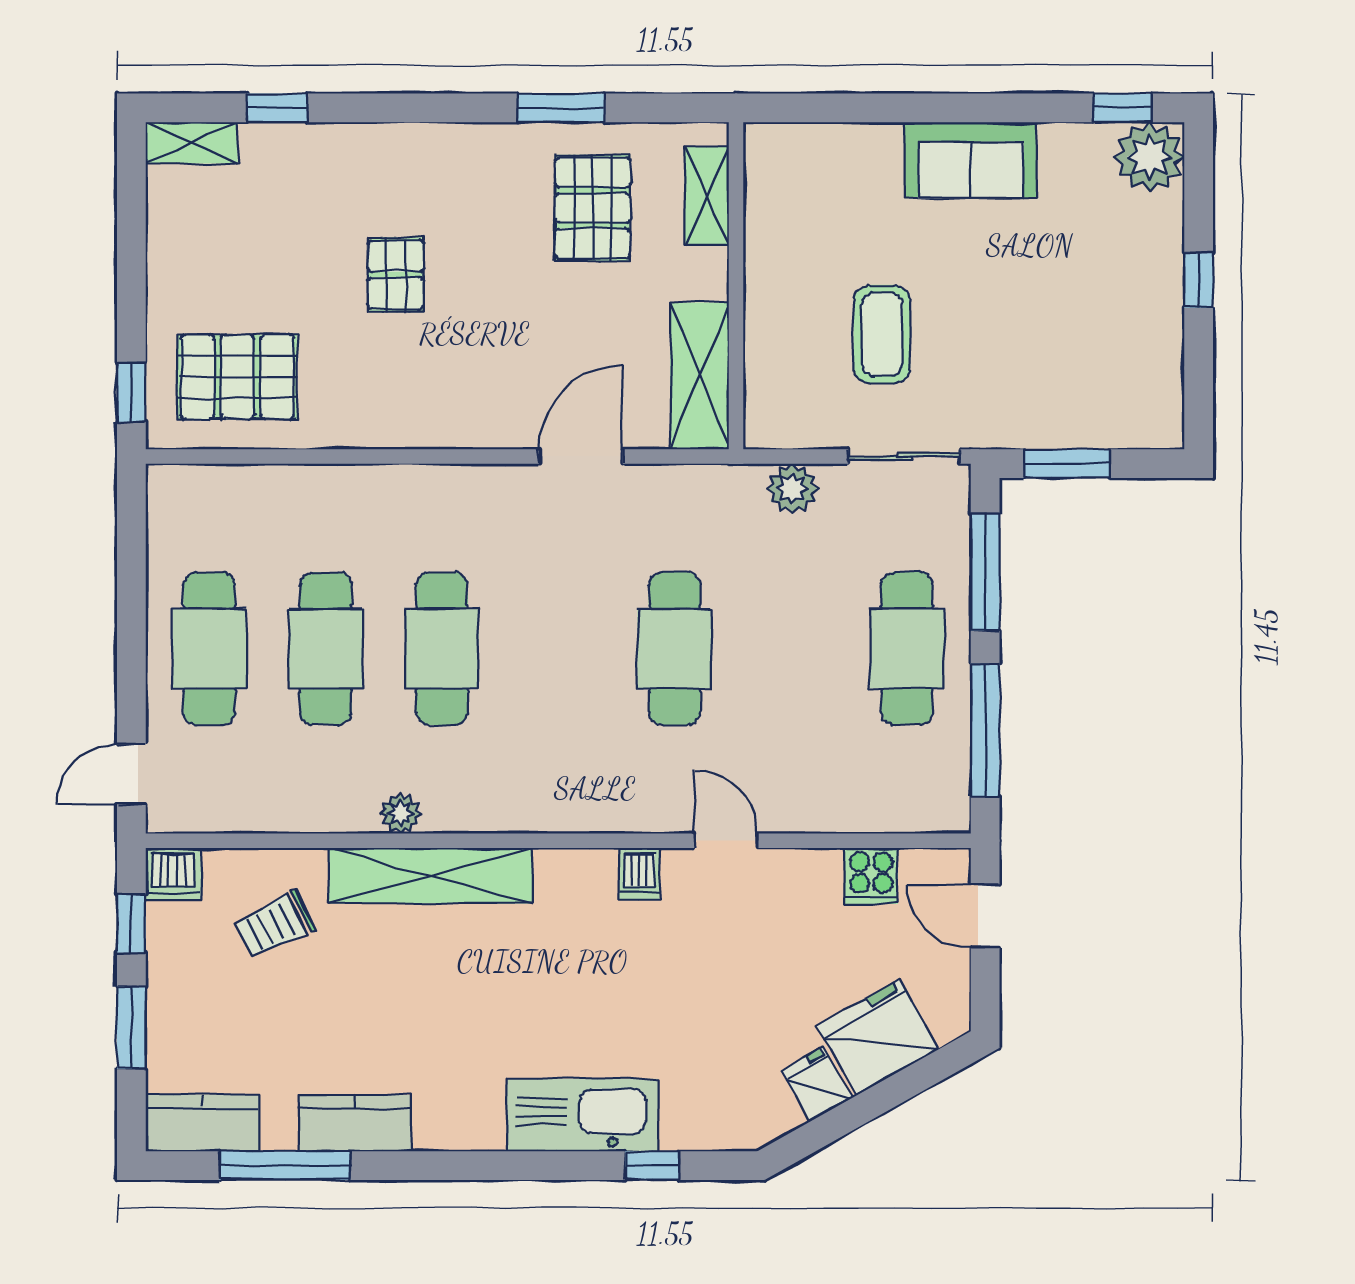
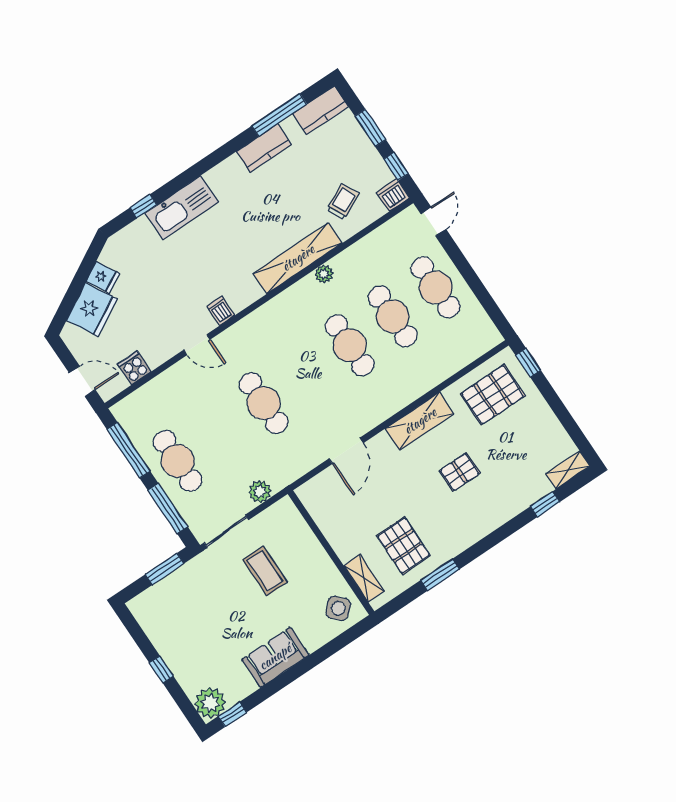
side table: (793, 173) -> (338, 608), added
pallet: (396, 275) -> (460, 472), turned 90
shelving: (700, 376) -> (420, 421), moved, turned 90

